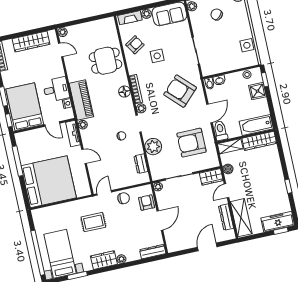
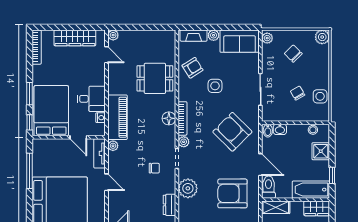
chair: (227, 47) -> (298, 93), added
window: (265, 80) -> (332, 175), moved
door: (210, 113) -> (260, 165), hinge flipped
wardrobe: (259, 141) -> (317, 208), width x0.67

